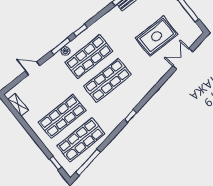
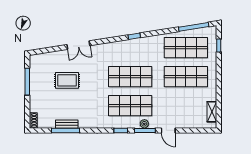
rug: (157, 36) -> (67, 80), width x0.73, depth x0.70
double door: (183, 59) -> (78, 45), moved
door: (33, 68) -> (168, 130), moved

